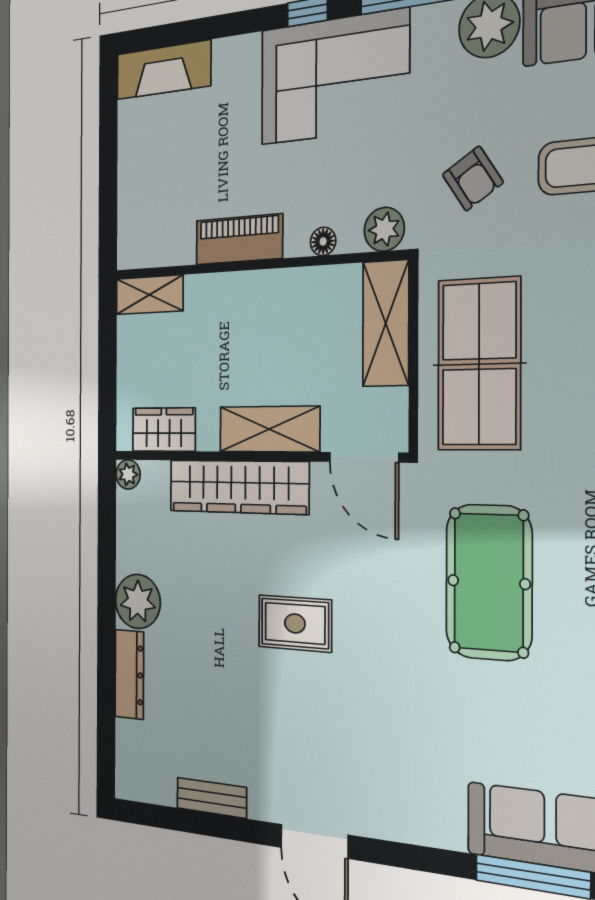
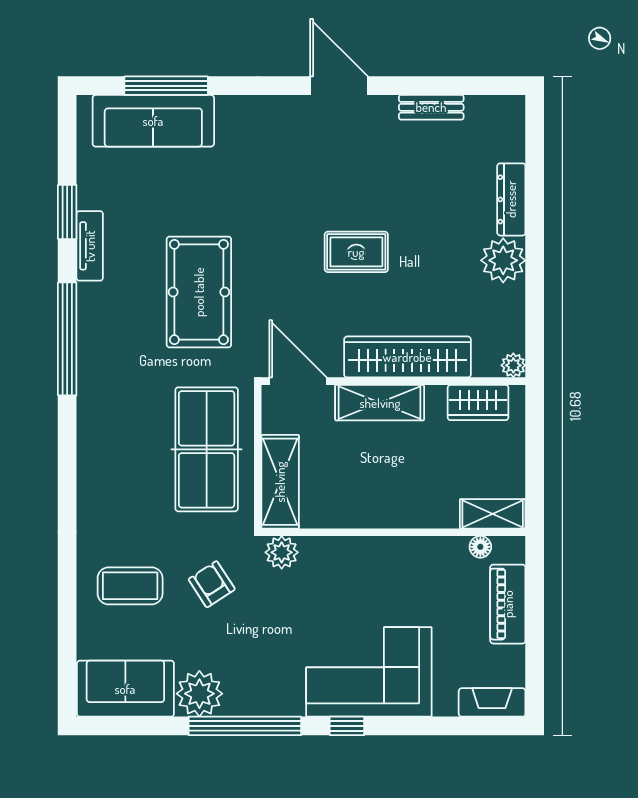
fireplace: (163, 70) -> (492, 702), width x0.73, depth x0.76
corner sofa: (334, 77) -> (369, 672), moved
piano: (239, 239) -> (508, 604), moved, turned 90
floor lamp: (323, 241) -> (480, 547), moved

